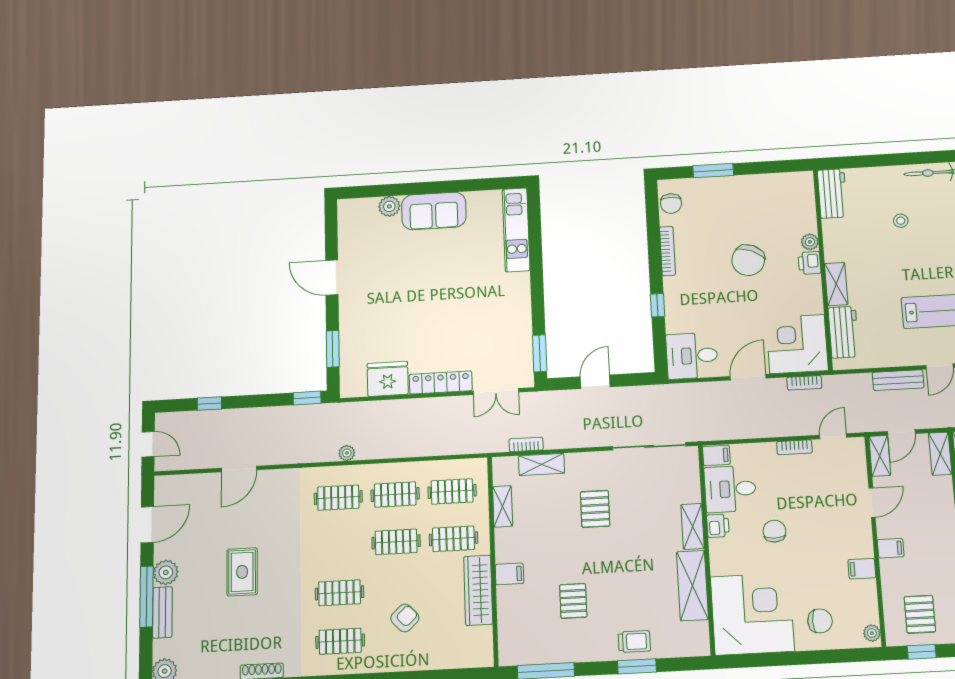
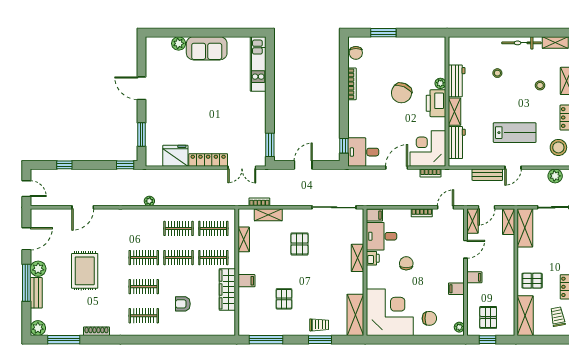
workbench: (832, 194) -> (457, 81), moved
printer: (810, 263) -> (436, 103), width x1.87, depth x1.48
window: (657, 305) -> (344, 146), moved
clothes rail: (338, 498) -> (144, 258), moved
rug: (242, 572) -> (85, 271), width x1.36, depth x1.43
shelving: (692, 586) -> (355, 315), moved
armchair: (405, 618) -> (183, 304), turned -136

